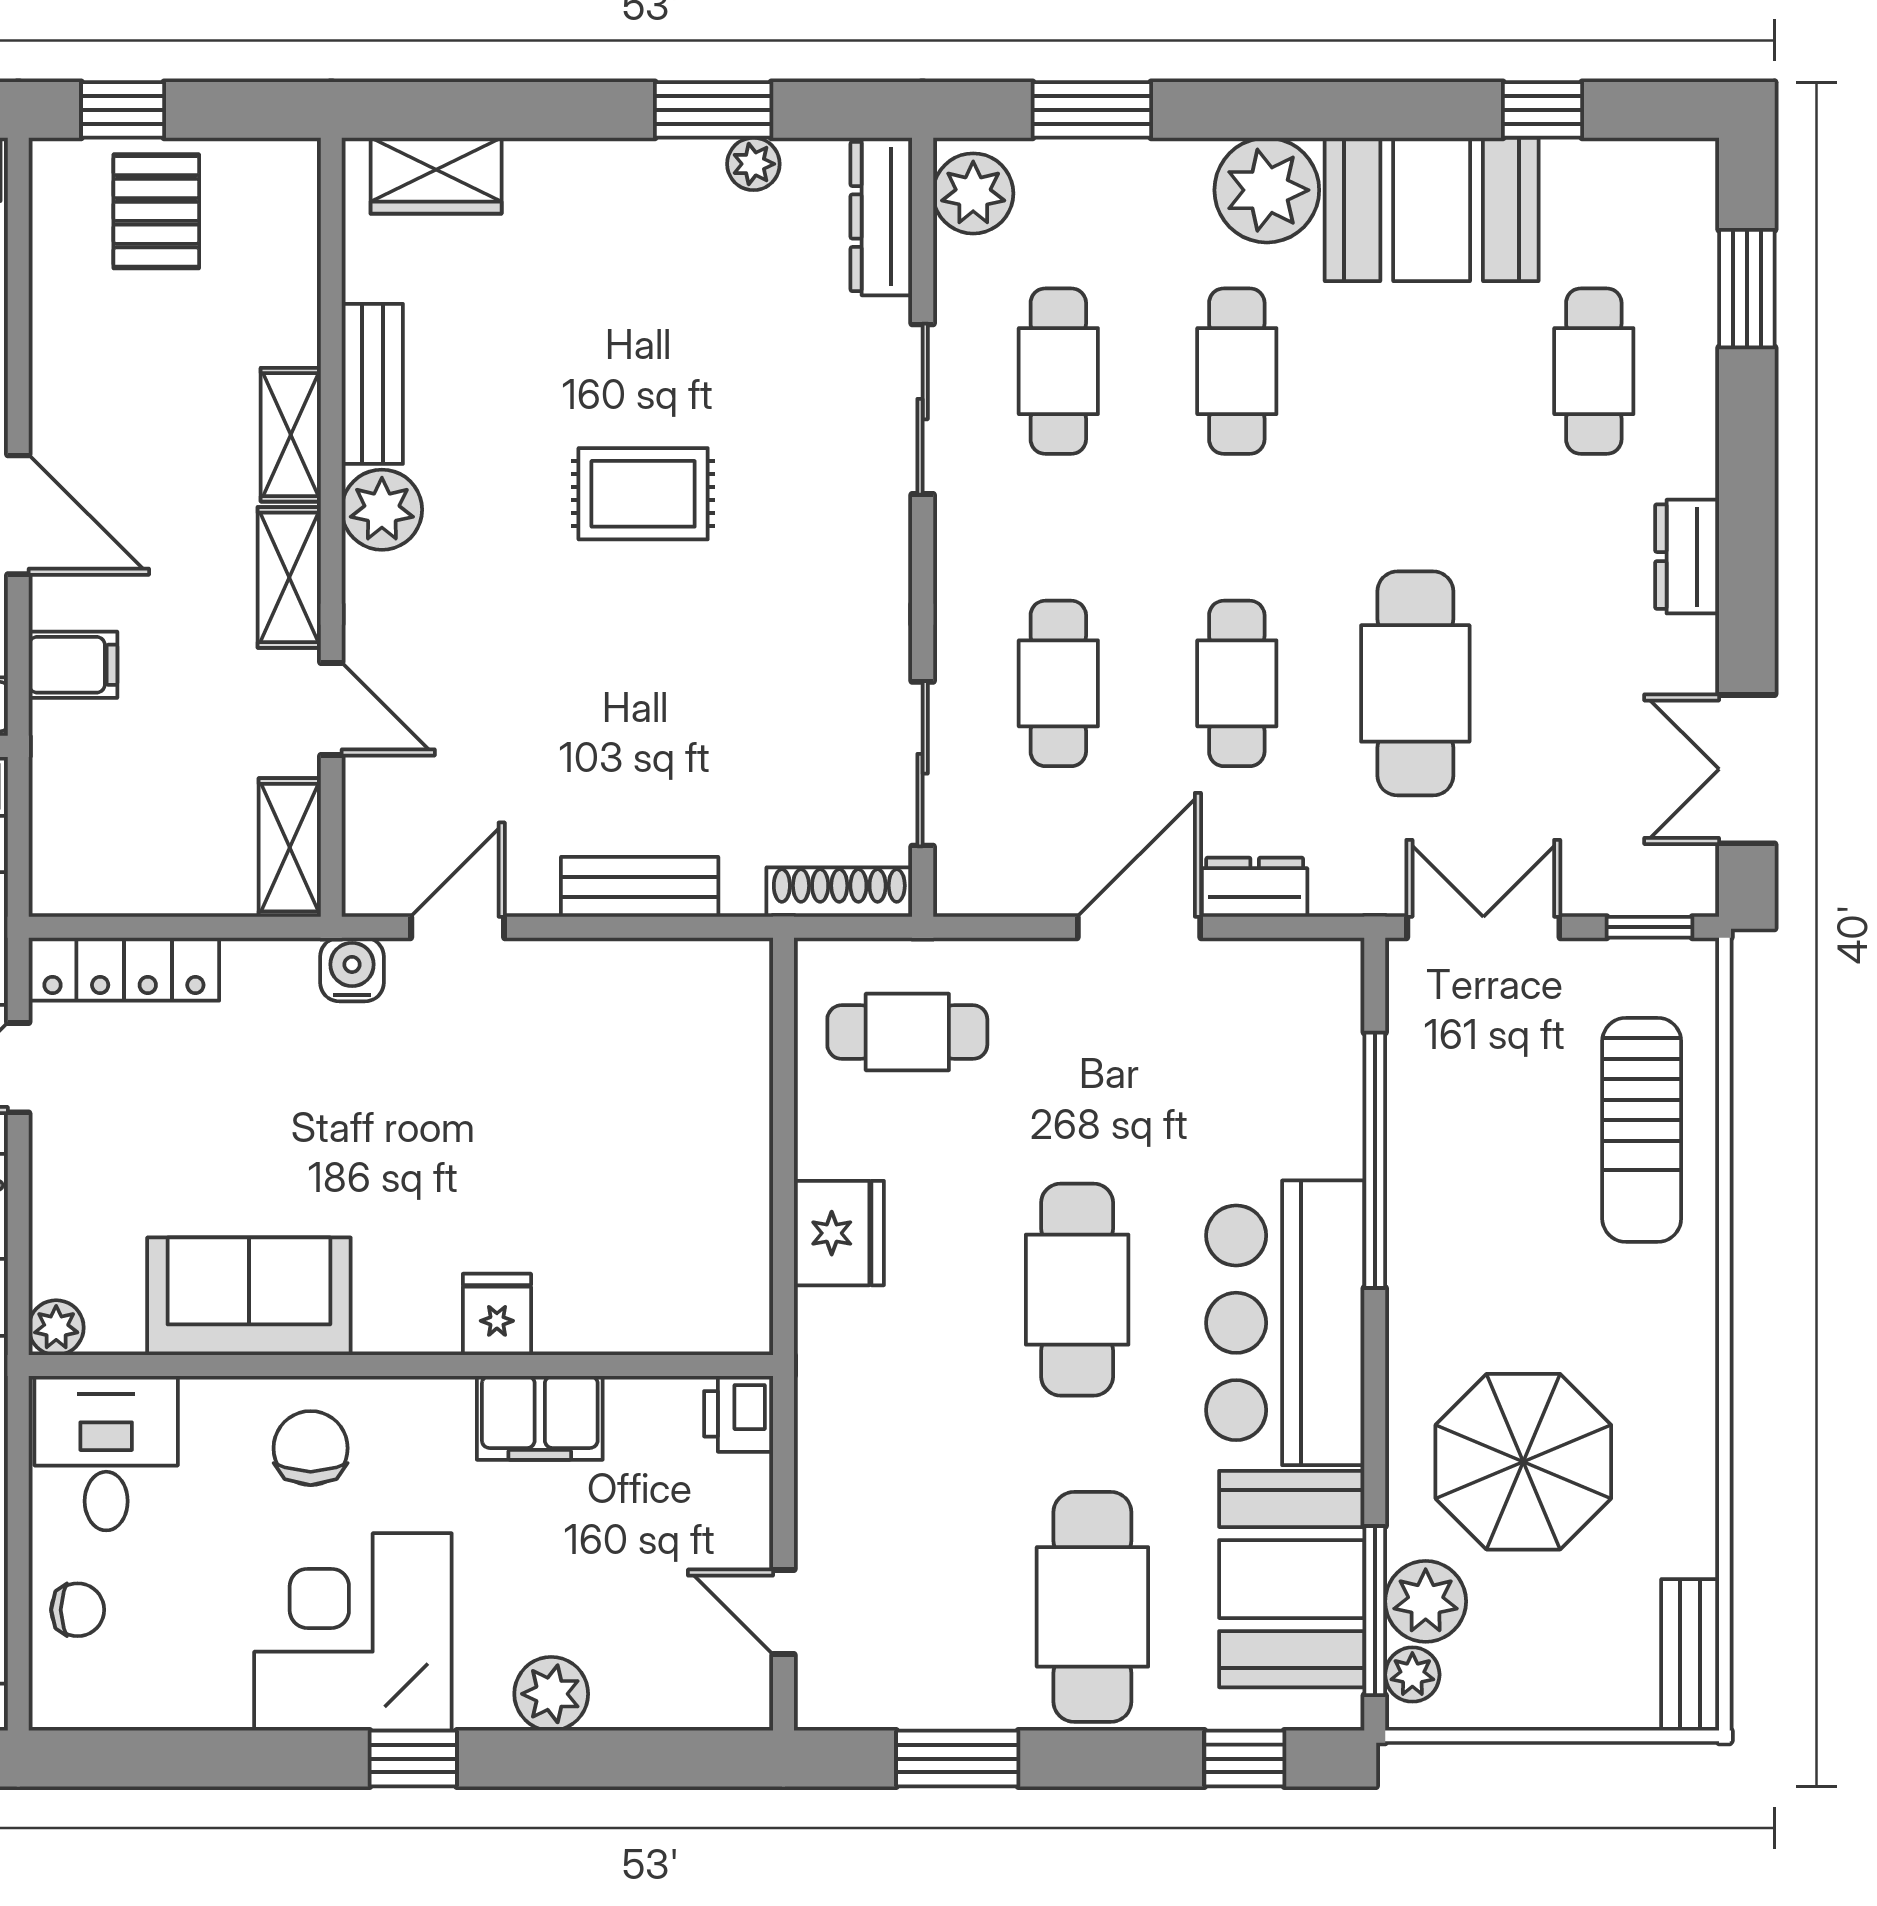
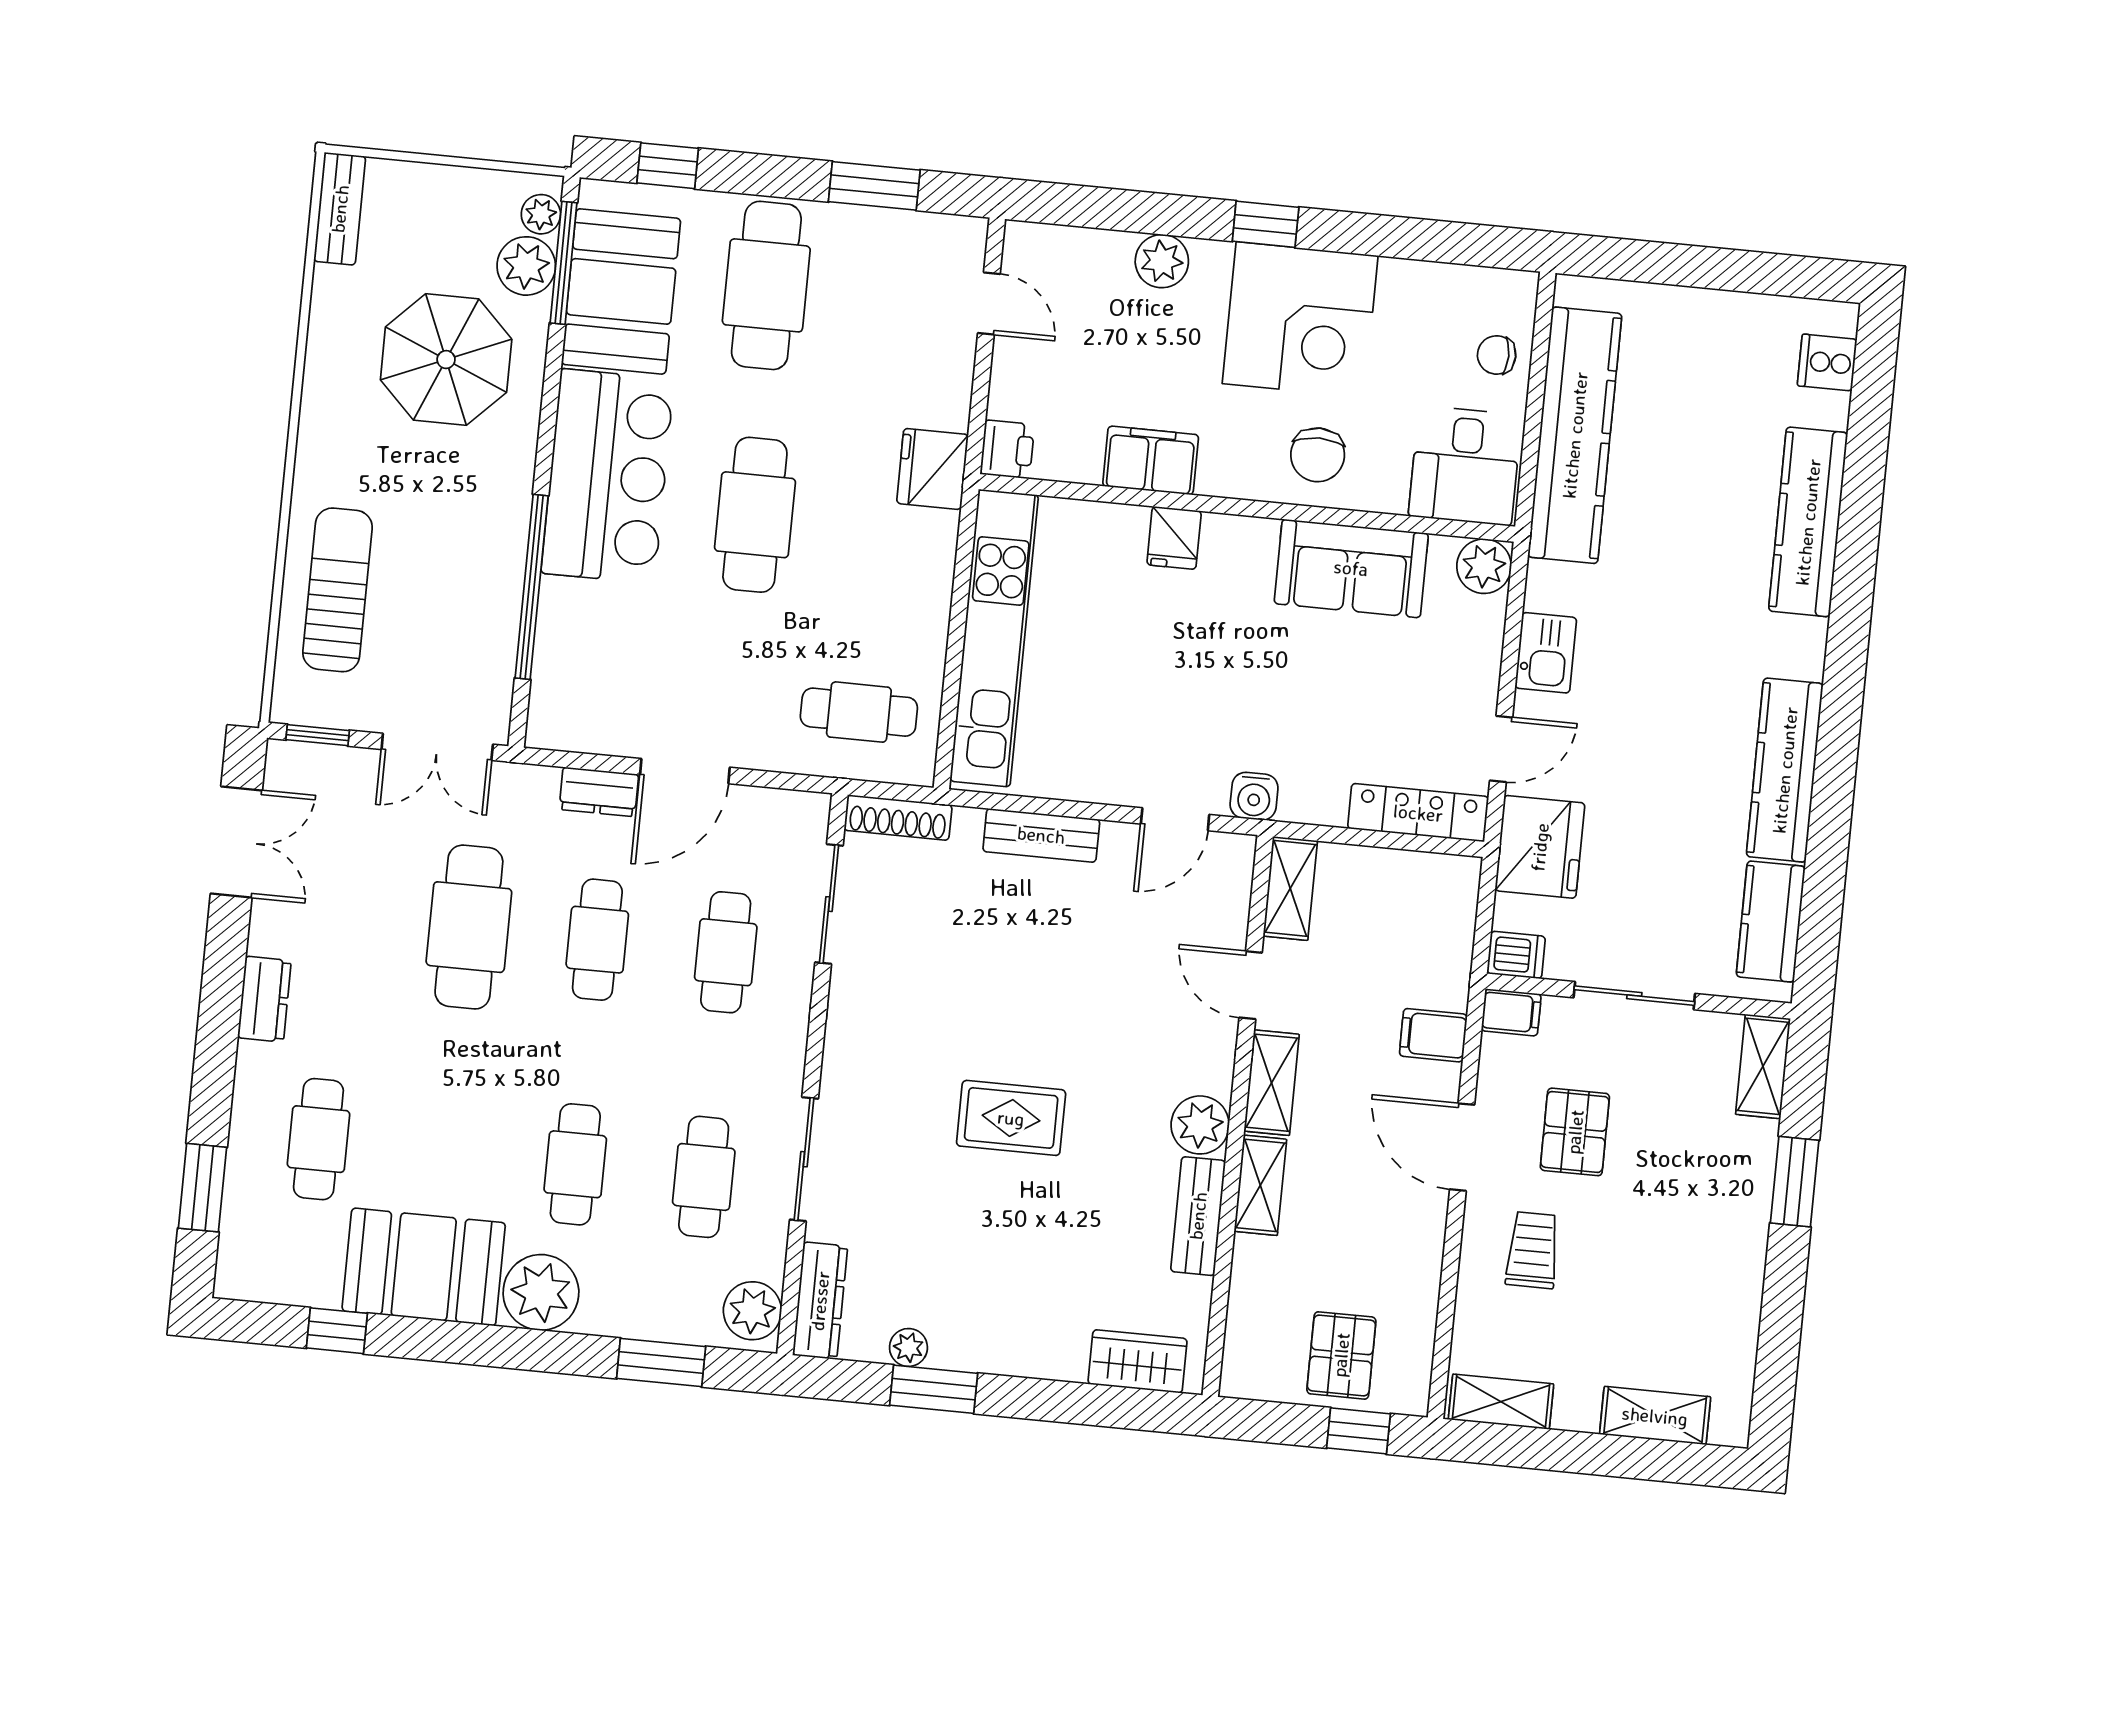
kitchen unit: (731, 1152) -> (994, 638), added
fridge: (839, 1233) -> (932, 469), moved
plant: (56, 1328) -> (1484, 566), width x1.38, depth x1.38

